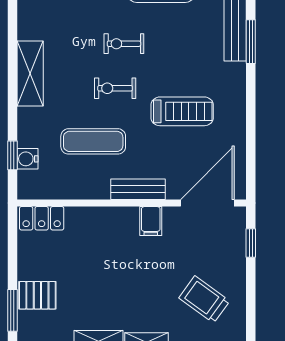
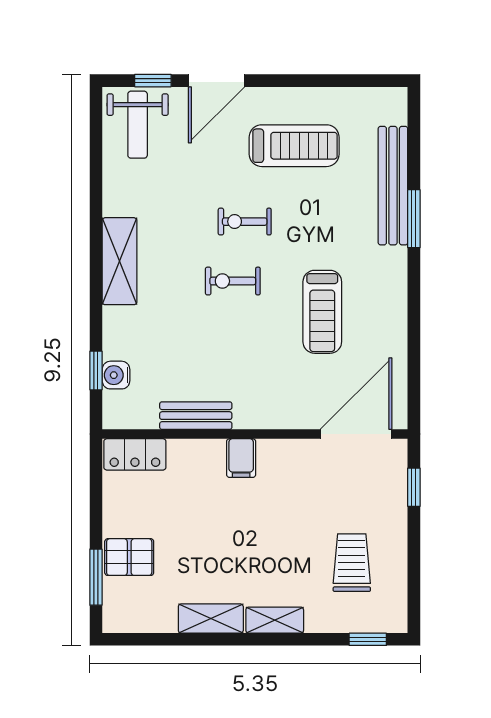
treadmill: (182, 111) -> (322, 312), turned 90
exercise mat: (93, 141) -> (204, 352), removed
bench: (138, 189) -> (196, 416), moved
filing cabinet: (151, 221) -> (241, 458), moved
trolley: (204, 299) -> (352, 563), turned 54

